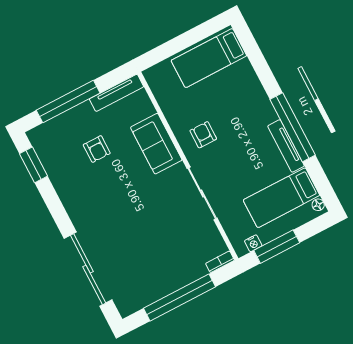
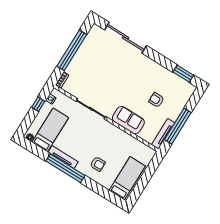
window: (68, 102) -> (178, 126), moved
armchair: (203, 135) -> (98, 164), moved
window: (277, 247) -> (38, 104), width x0.46

